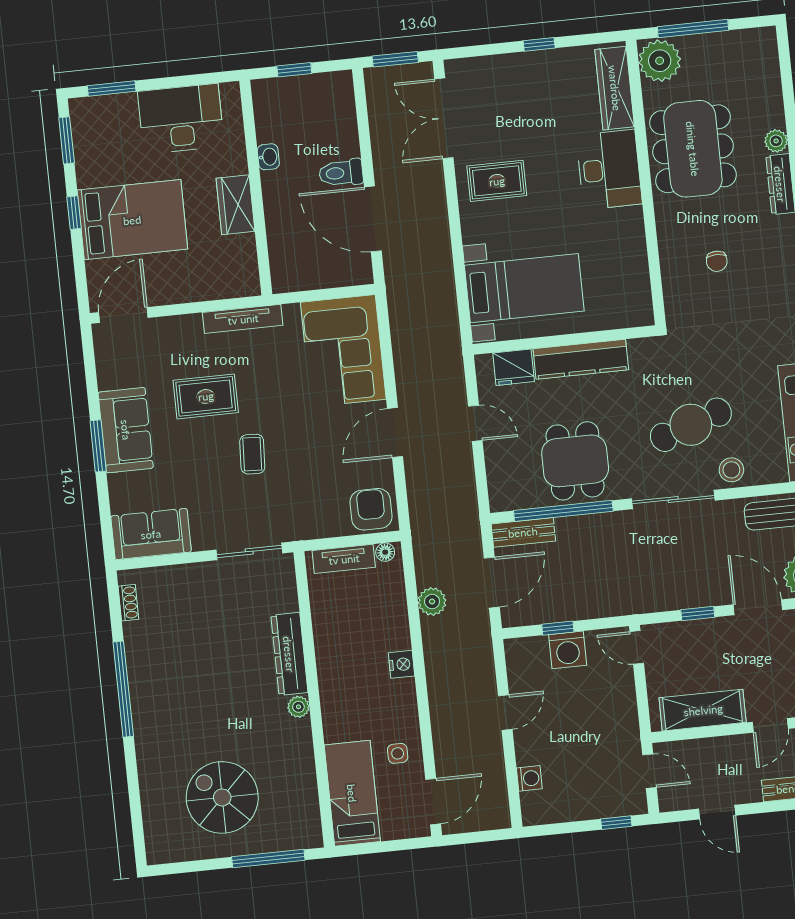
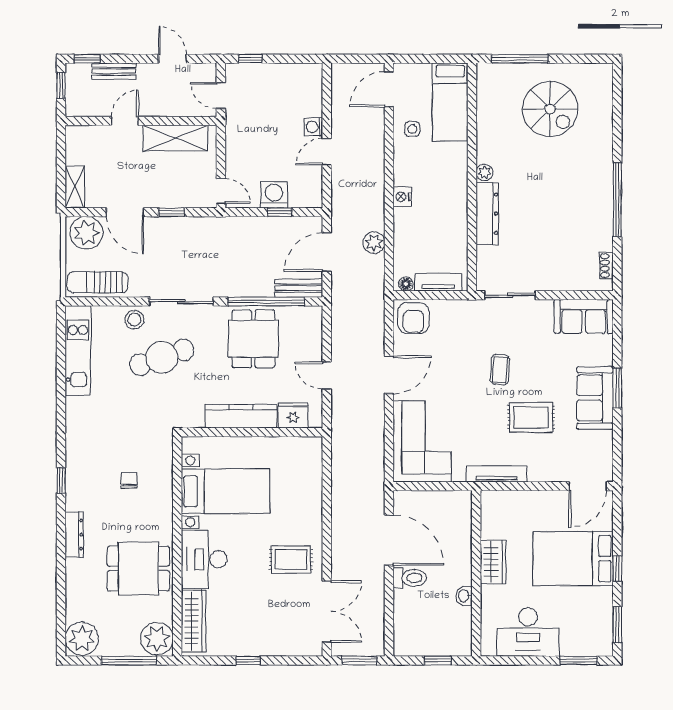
plant: (776, 141) -> (82, 639), moved, width x1.88, depth x1.88
dining table: (693, 149) -> (138, 568), width x0.73
bed with nightstands: (524, 288) -> (225, 491), moved, turned 180
washing machine: (529, 778) -> (314, 127), moved

